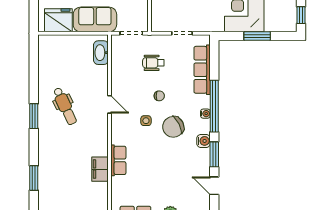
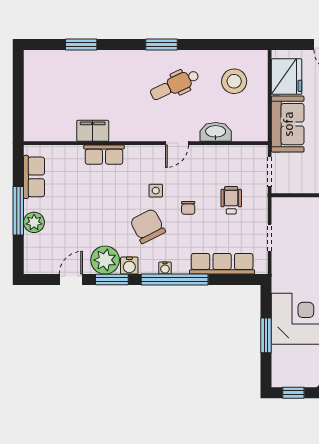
washbasin: (101, 53) -> (216, 132), moved
stool: (62, 61) -> (234, 81), added
plant: (199, 160) -> (105, 260), added

